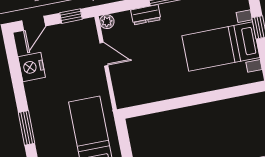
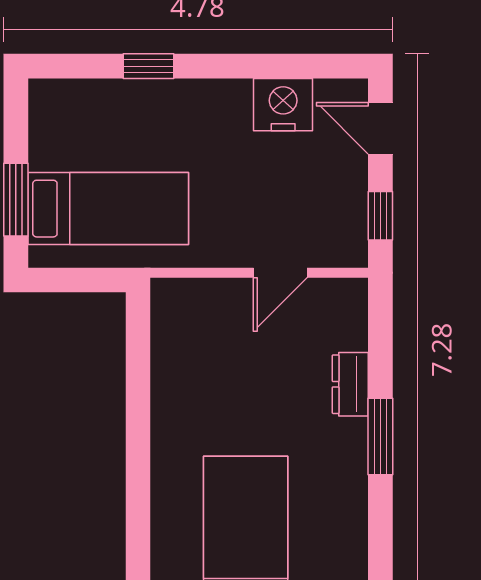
plant: (107, 22) -> (352, 294), removed
window: (26, 128) -> (148, 66), width x0.67

